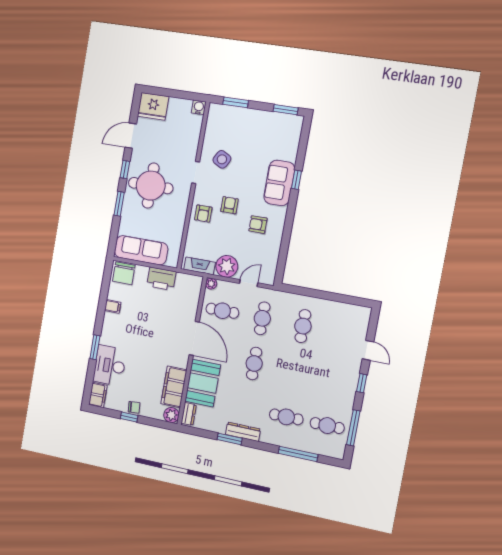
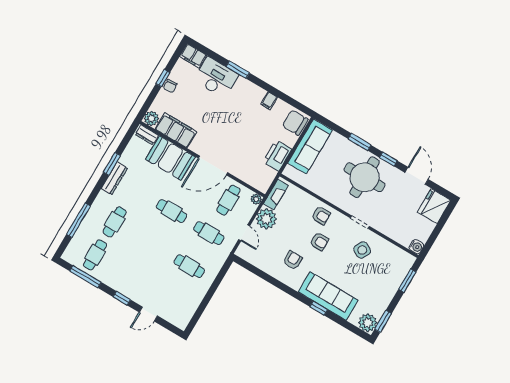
plant: (293, 124) -> (368, 323), added
sofa: (279, 183) -> (328, 296), width x1.36
armchair: (203, 214) -> (321, 215), turned 180

